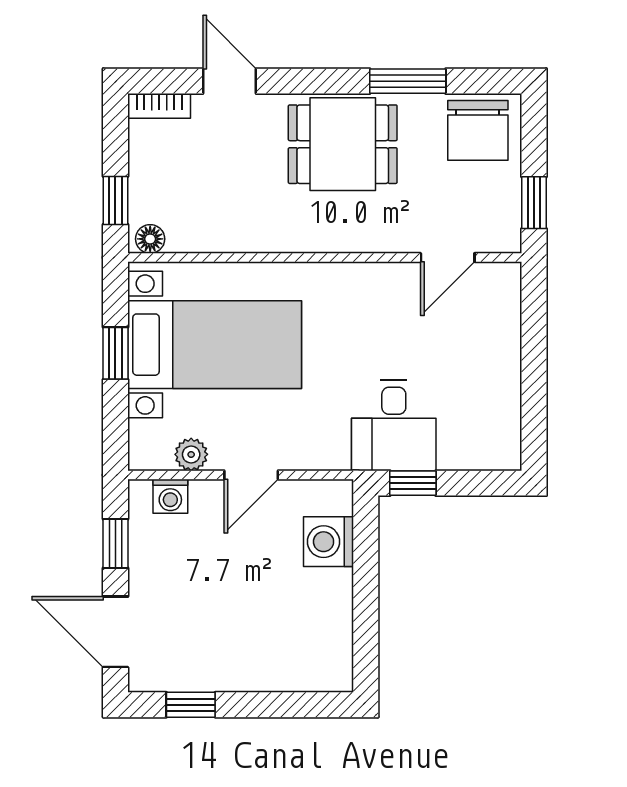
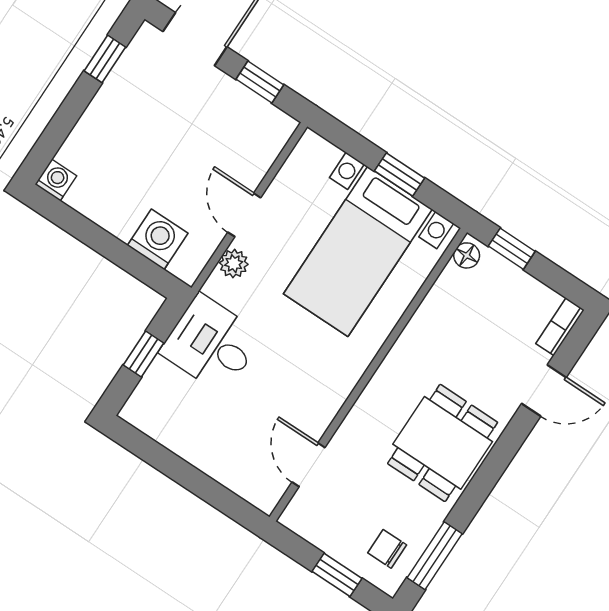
window: (408, 81) -> (435, 556), moved
chair: (478, 130) -> (387, 549), width x0.54, depth x0.54
window: (534, 203) -> (337, 575), moved
plant: (191, 454) -> (234, 264), moved
window: (413, 483) -> (144, 354), moved
washing machine: (170, 496) -> (56, 180), moved, turned 90

